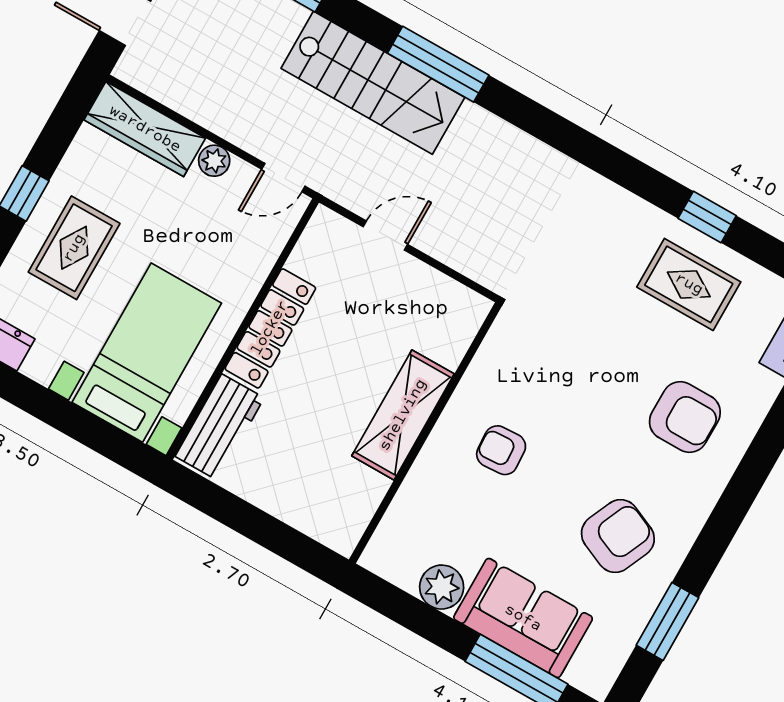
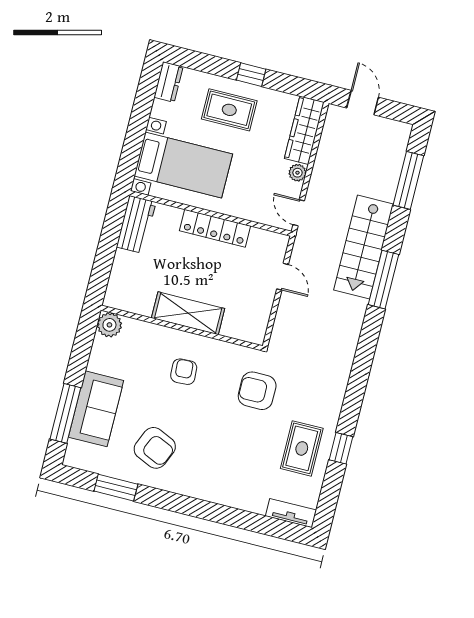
armchair: (685, 417) -> (257, 391), moved, turned 90
workbench: (220, 427) -> (136, 225), moved, turned -90
plant: (442, 587) -> (109, 325), moved

